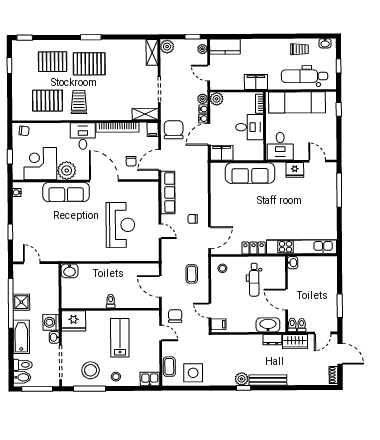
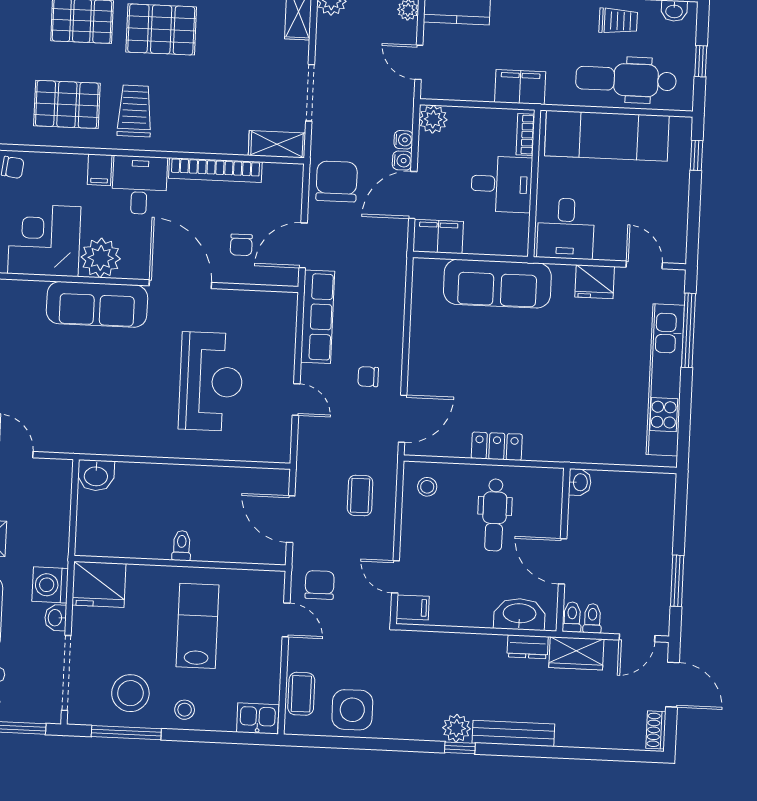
plant: (203, 99) -> (403, 118), removed
filing cabinet: (153, 129) -> (100, 170), moved
kitchen unit: (302, 247) -> (665, 380), moved, turned -90

